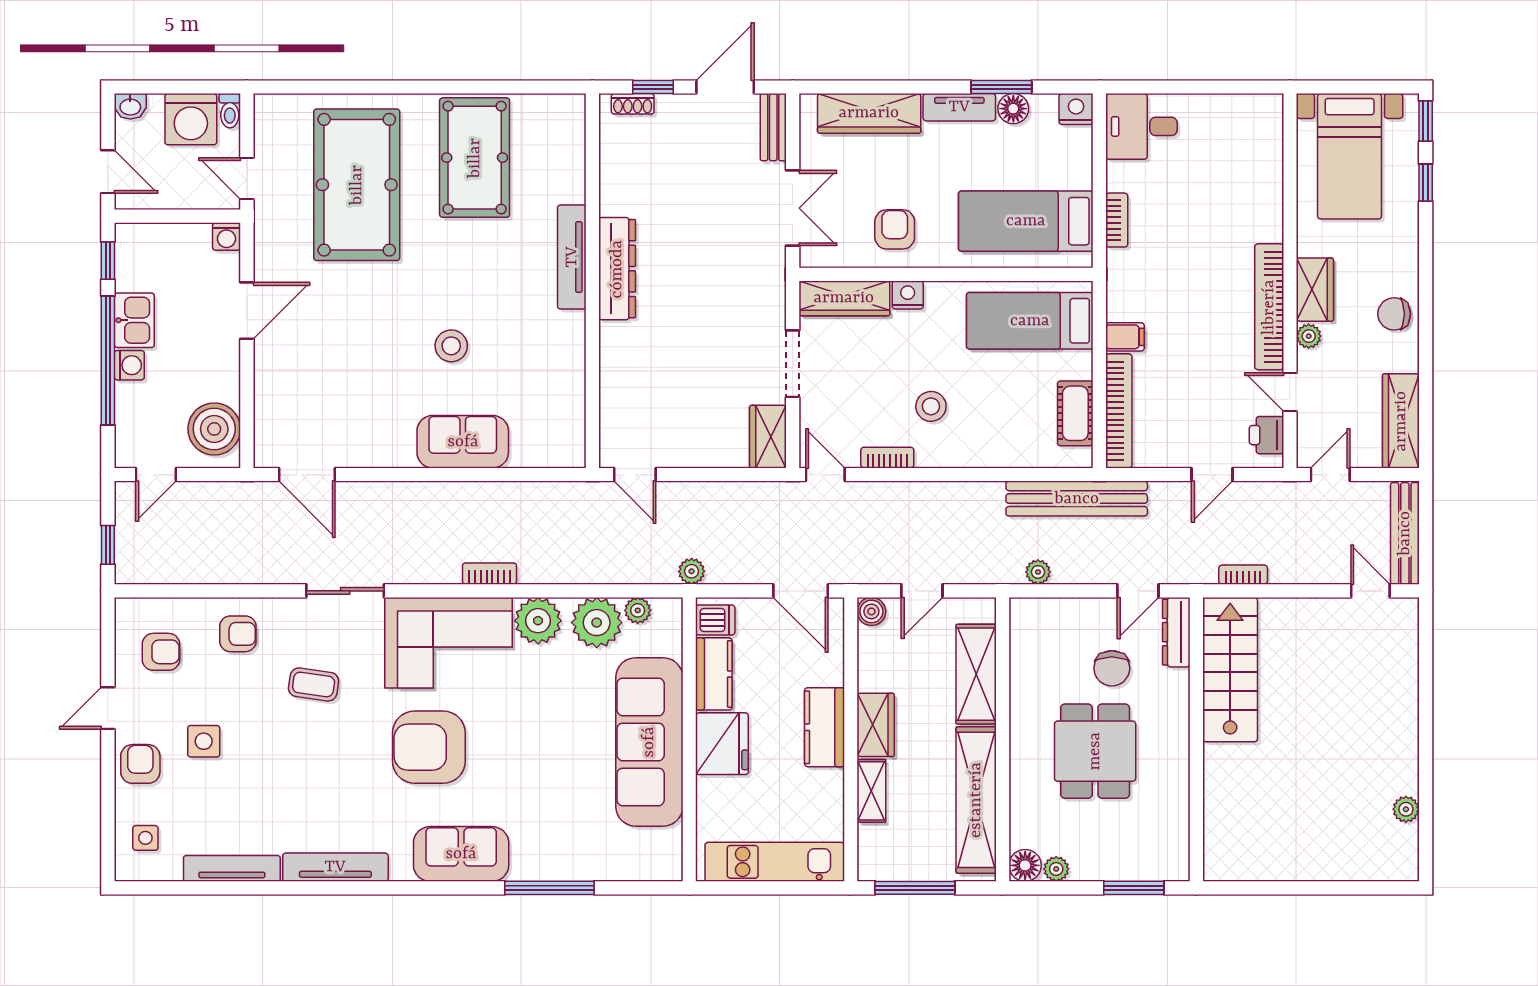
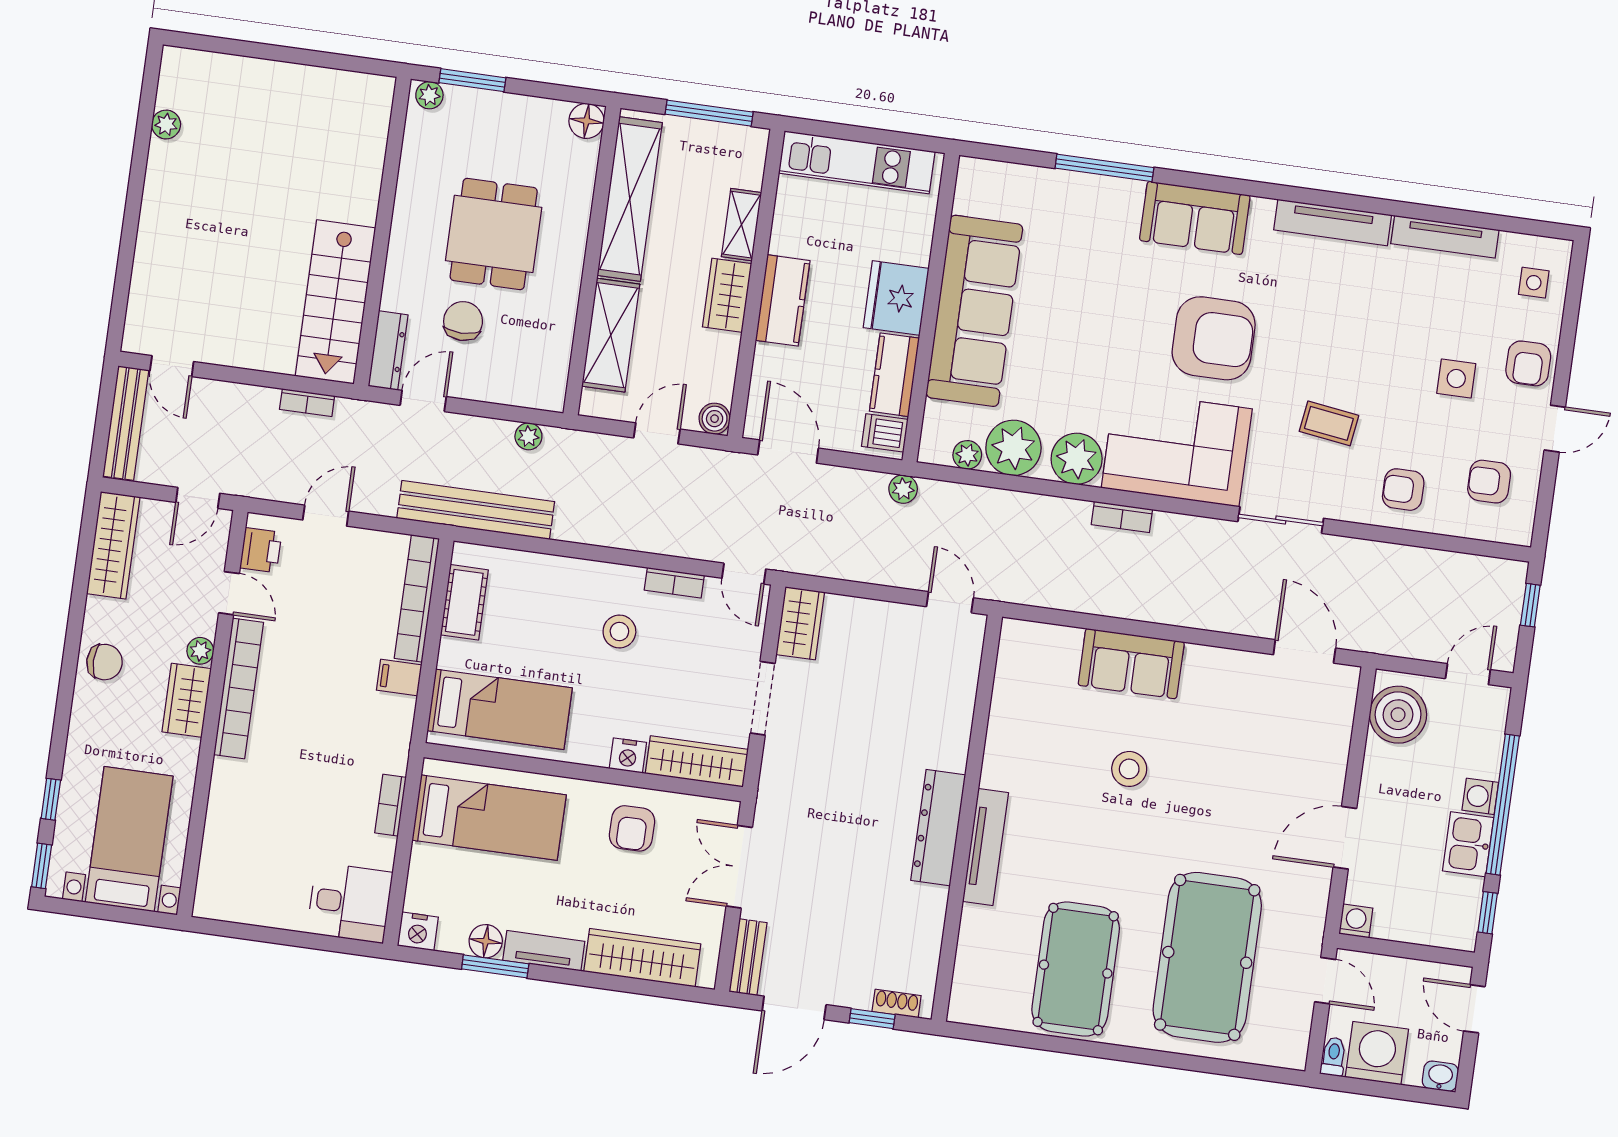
plant: (1056, 869) -> (429, 95), moved

